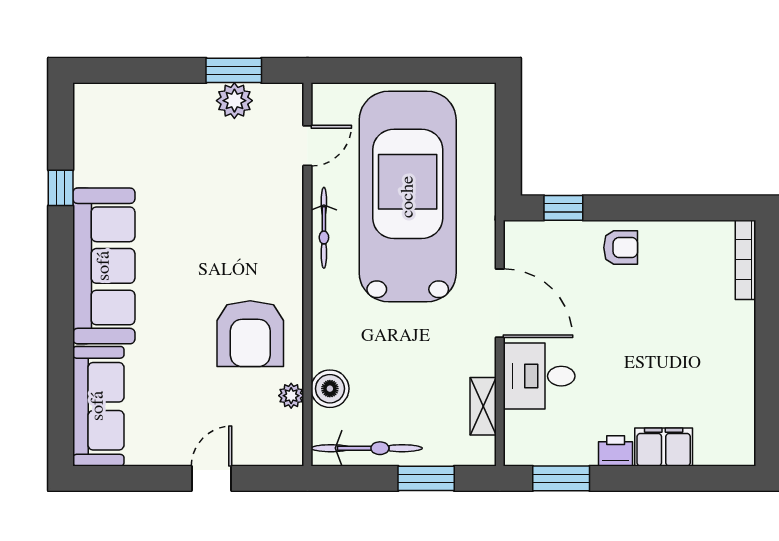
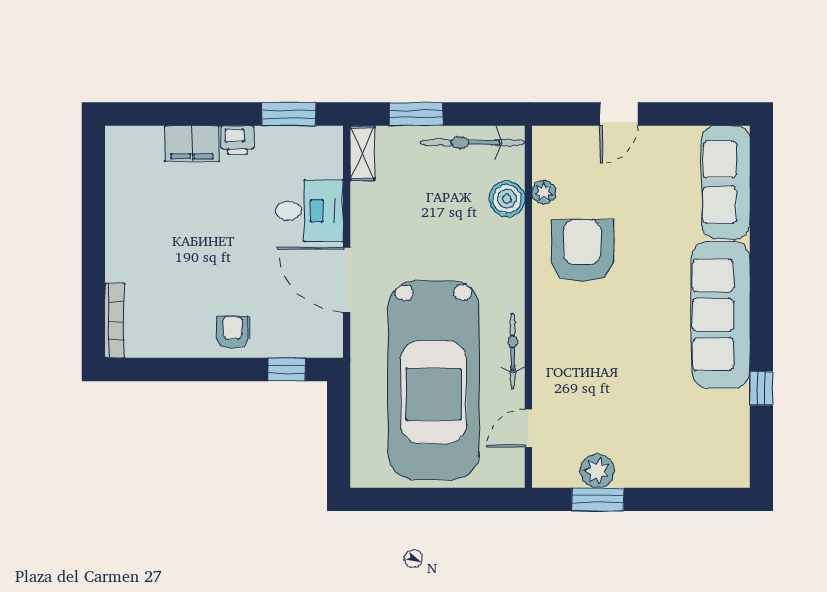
armchair: (621, 248) -> (233, 332), turned 90
shelving: (483, 406) -> (362, 153), moved

